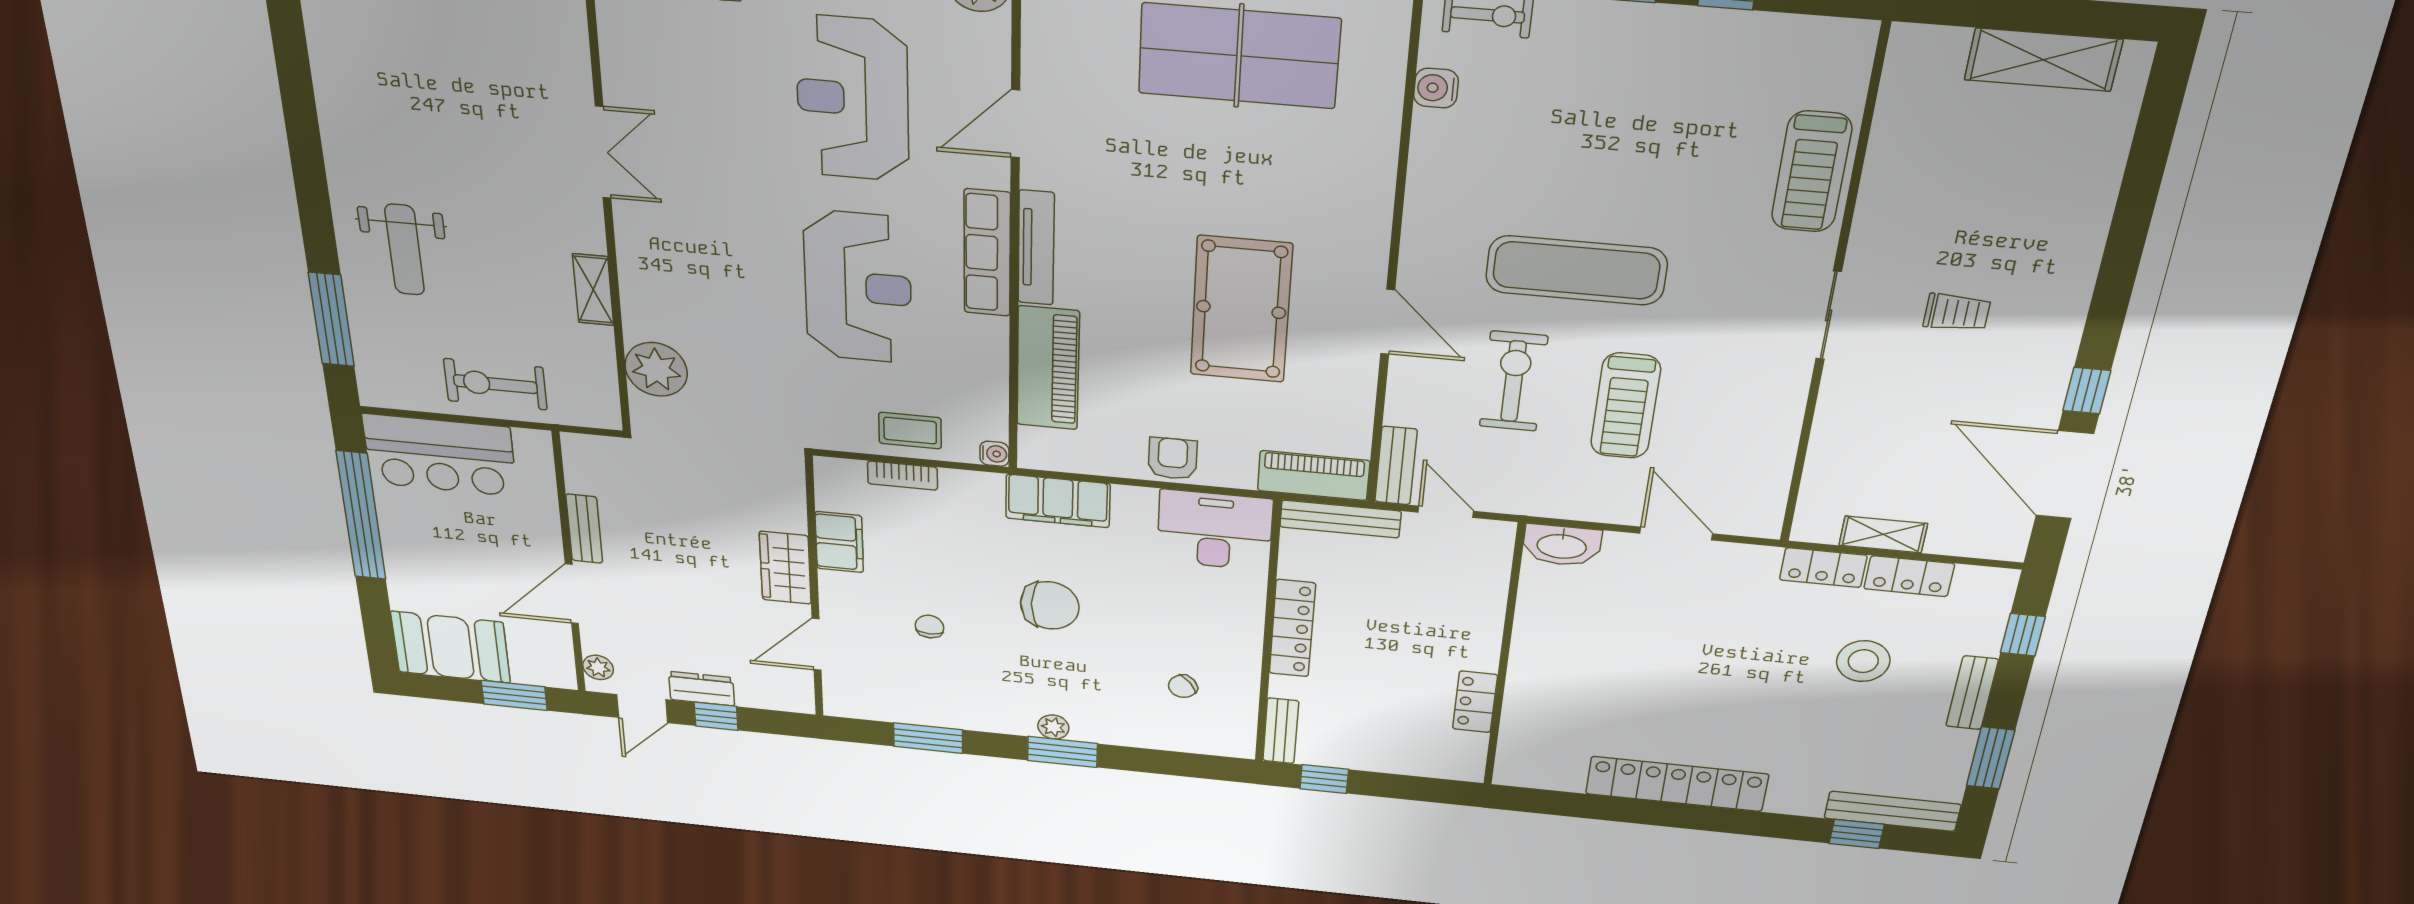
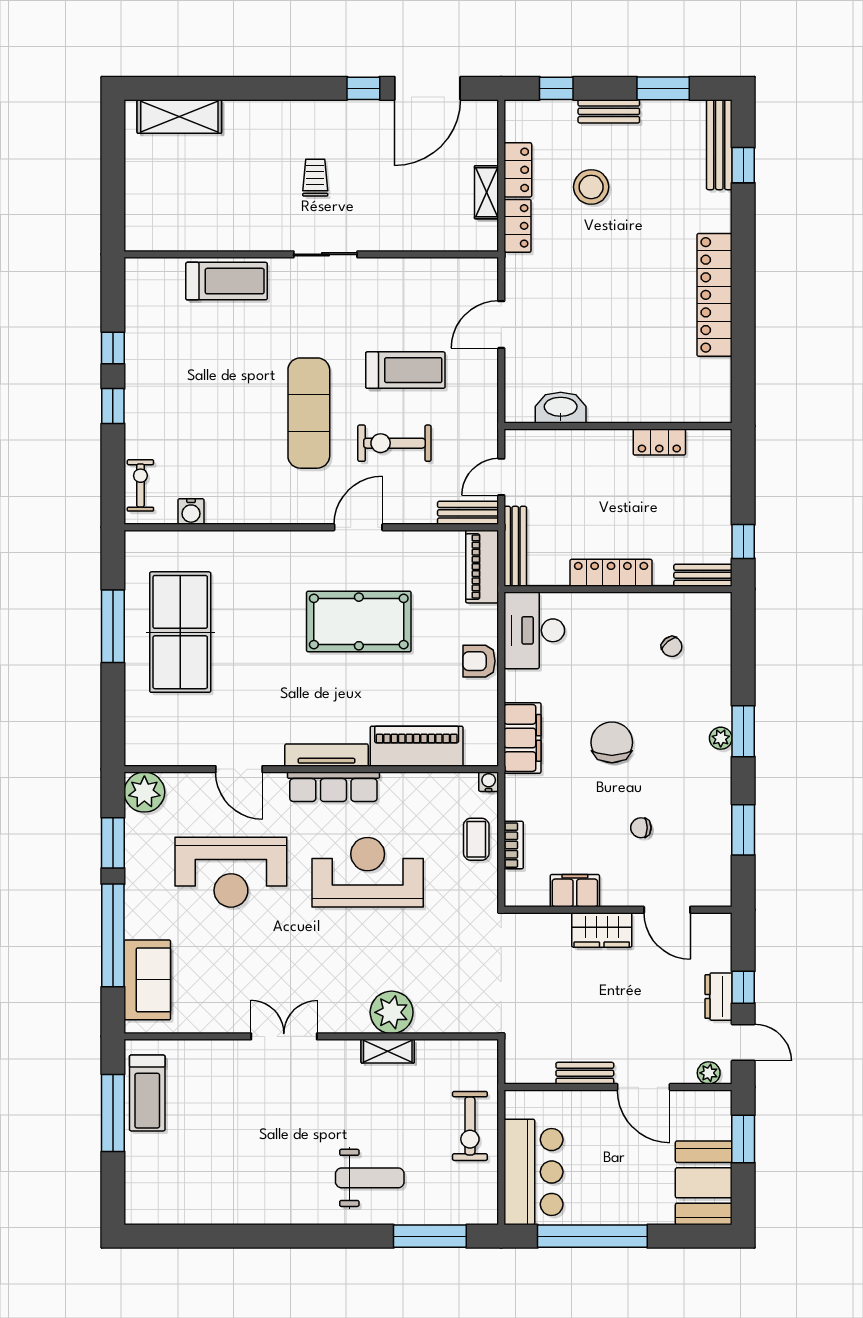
shelving: (2043, 60) -> (179, 116), moved, turned 90
plant: (656, 369) -> (392, 1012), moved
washbasin: (1562, 545) -> (561, 408), moved, turned -90

